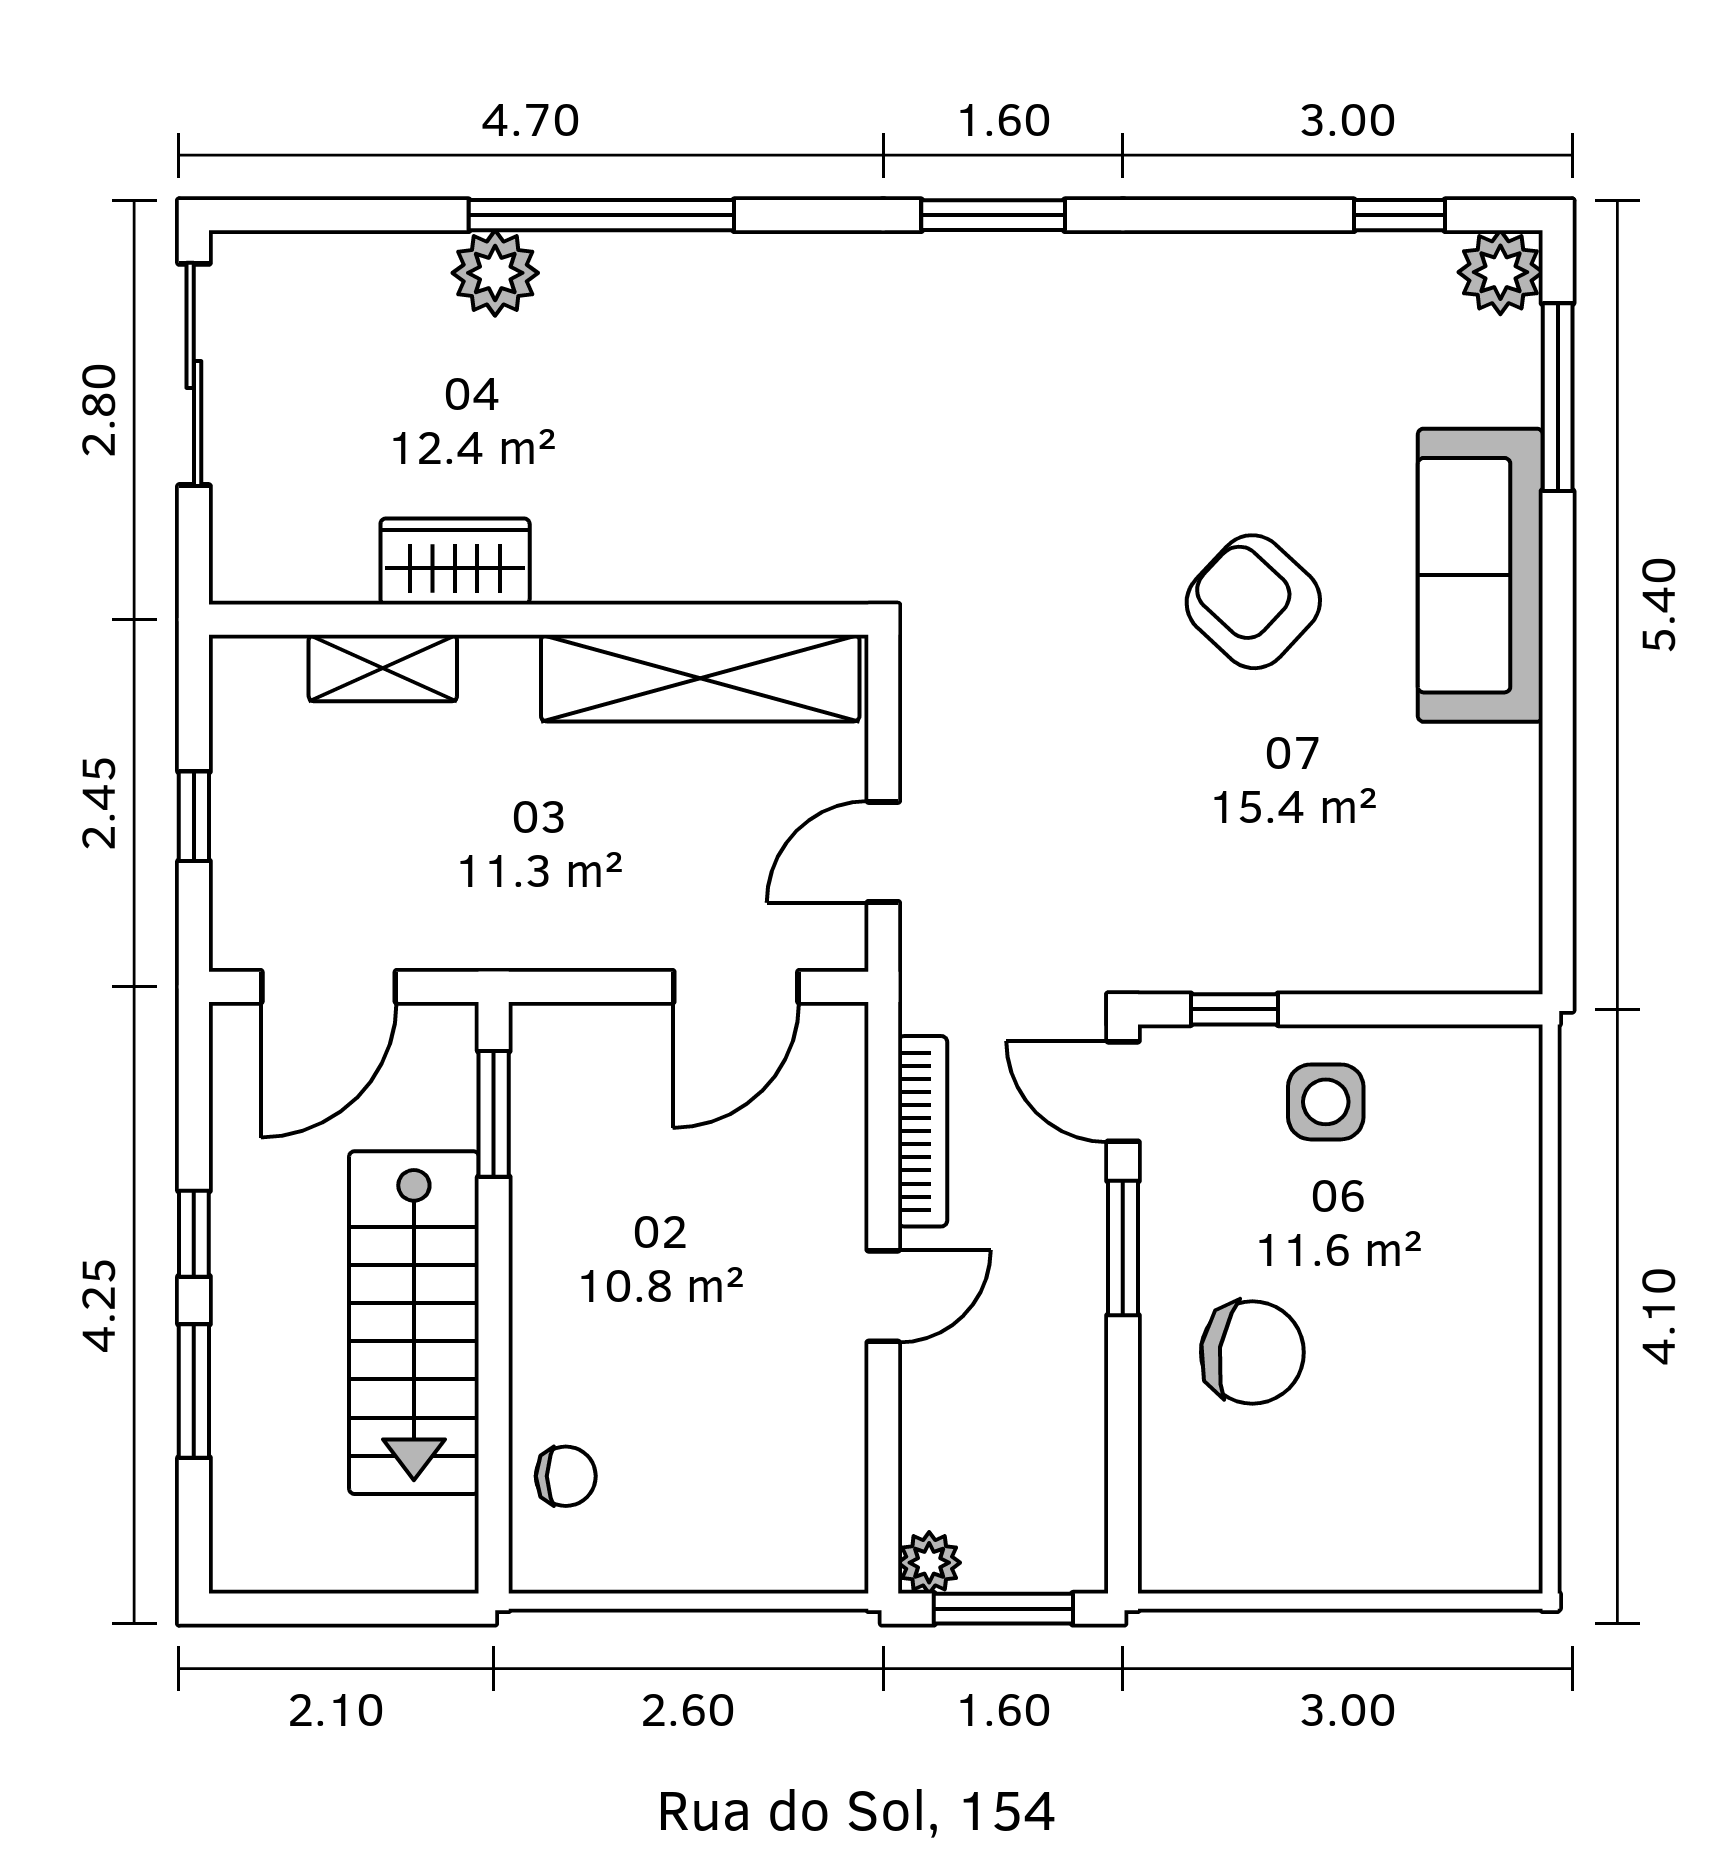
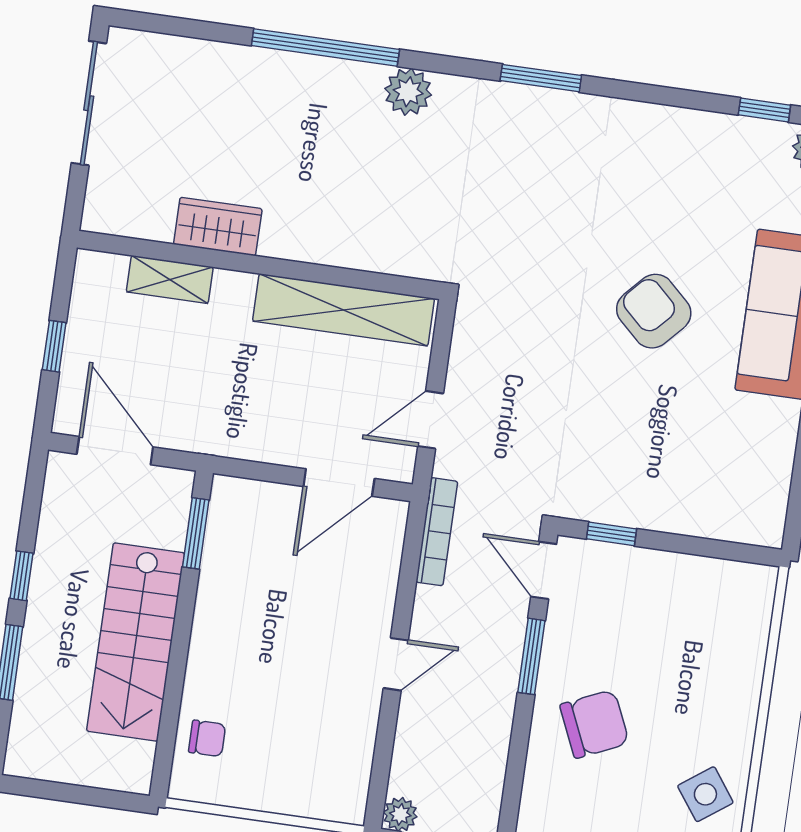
plant: (495, 273) -> (408, 92), moved
door: (329, 987) -> (115, 451), swing flipped
side table: (1326, 1102) -> (705, 794), moved, turned -36
bookcase: (923, 1131) -> (437, 532), moved
chair: (1252, 1352) -> (594, 724), turned -33

